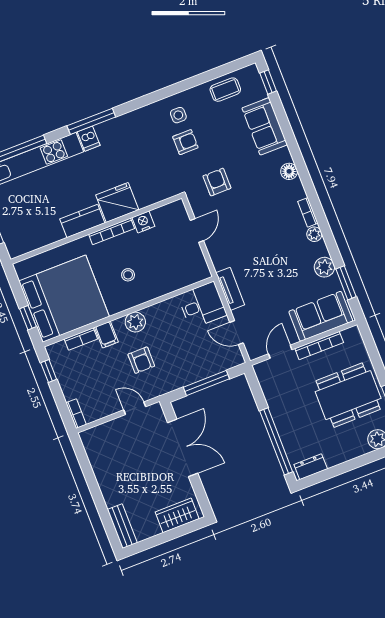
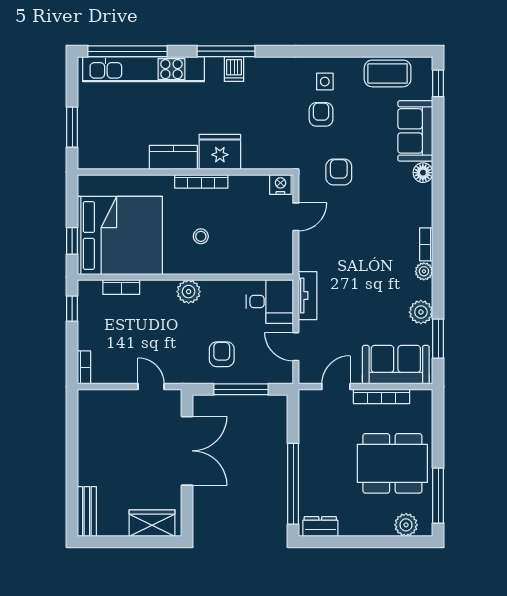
coffee table: (225, 90) -> (388, 73), width x1.36, depth x1.30
dishwasher: (89, 139) -> (234, 69), moved
armchair: (185, 142) -> (321, 114), turned -90
floor lamp: (289, 171) -> (423, 173), moved
nightstand: (143, 222) -> (280, 184), moved
filing cabinet: (106, 335) -> (151, 293), removed
armchair: (141, 360) -> (222, 354), moved, turned 180

